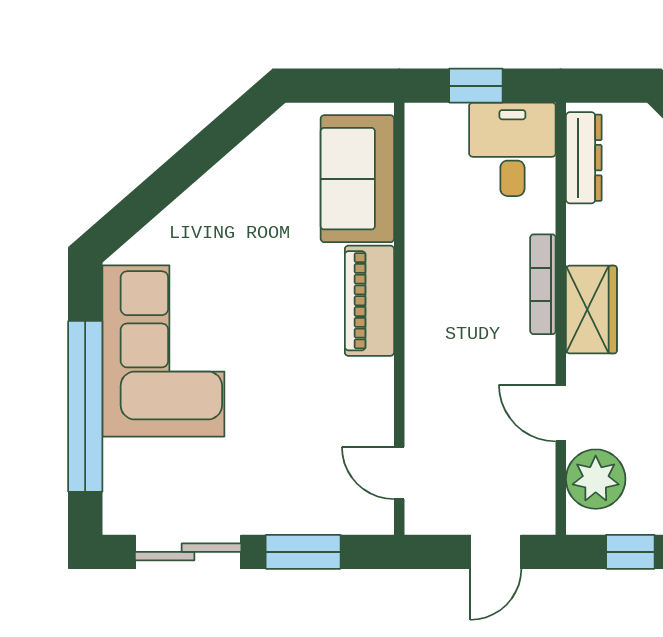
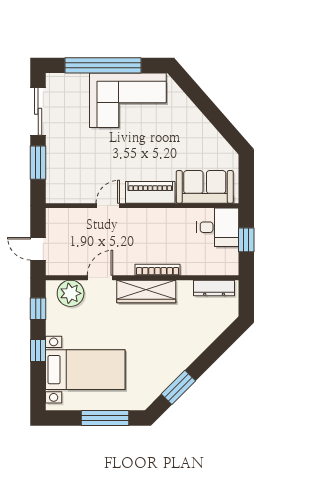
desk: (512, 149) -> (218, 227), moved
wardrobe: (591, 310) -> (146, 291), width x1.50
door: (399, 473) -> (108, 206), moved

